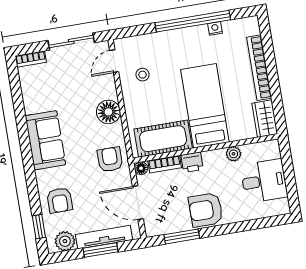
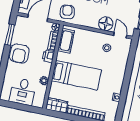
window: (193, 21) -> (125, 87), removed
floor lamp: (108, 112) -> (106, 24), moved
cot: (163, 139) -> (66, 41), width x0.73, depth x0.75
armchair: (110, 159) -> (67, 12), turned -99
armchair: (206, 210) -> (19, 54), turned 180

